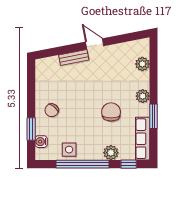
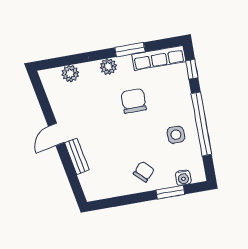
chair: (52, 110) -> (144, 172), turned -85
chair: (111, 112) -> (134, 101), turned 90
side table: (69, 150) -> (176, 135), moved
plant: (111, 153) -> (182, 93), removed

